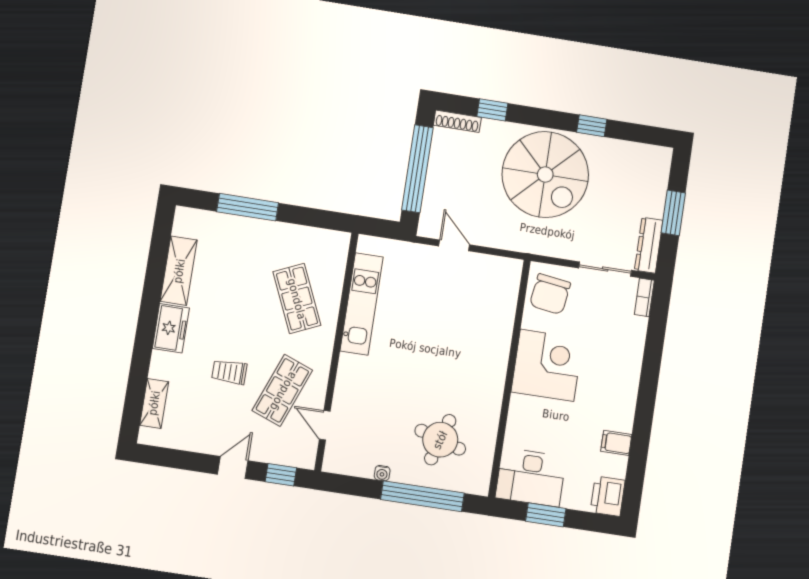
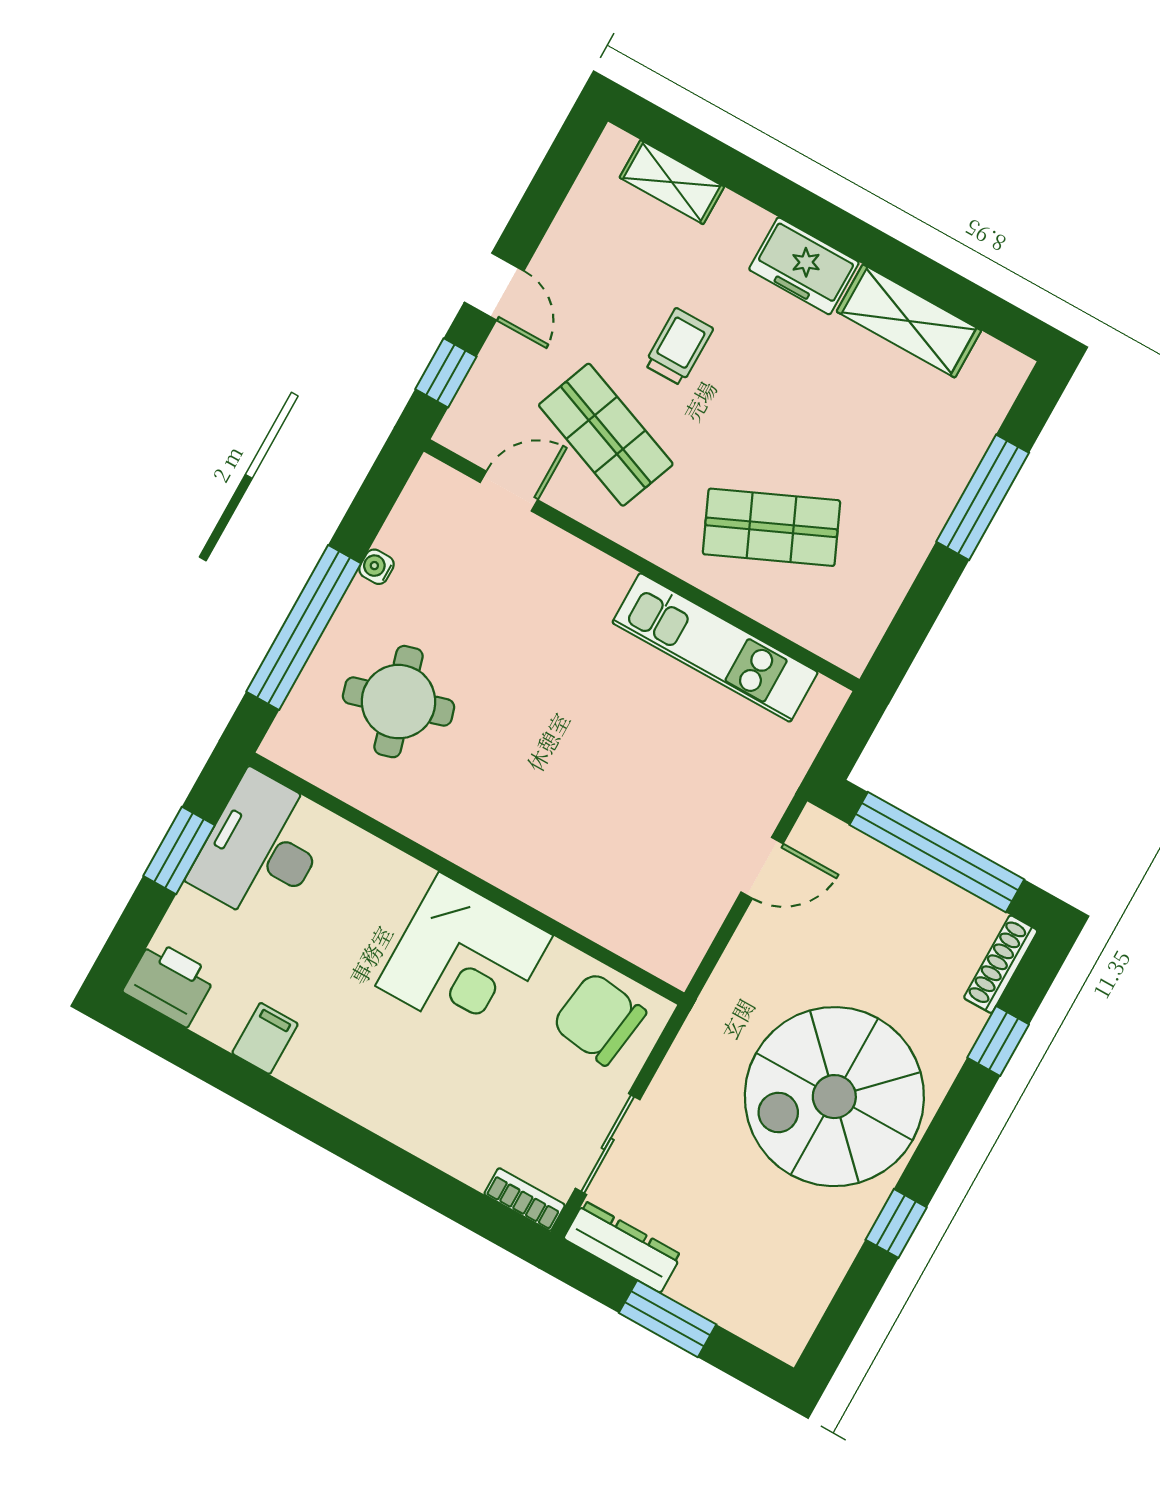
round table: (440, 440) -> (399, 702), turned -33

